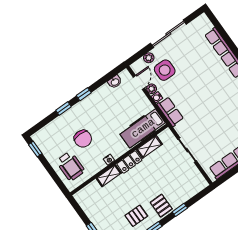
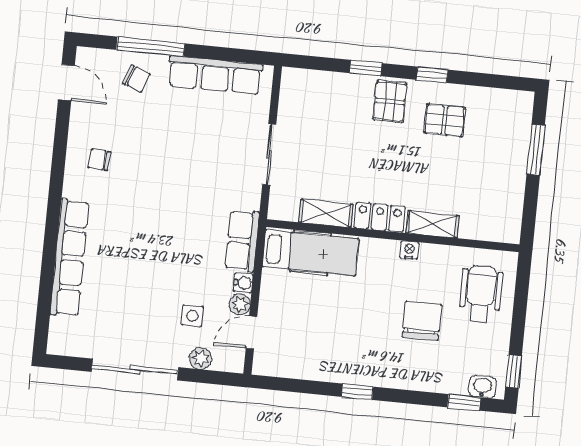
side table: (165, 70) -> (192, 316), width x0.54, depth x0.54
washbasin: (115, 82) -> (482, 387), moved
window: (64, 109) -> (464, 402), moved

